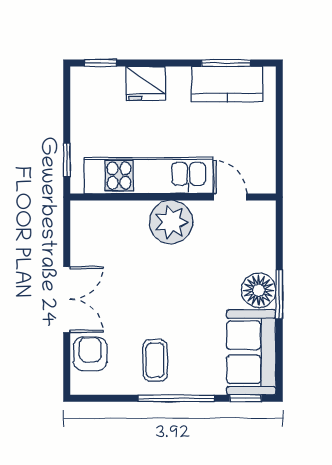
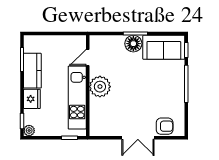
plant: (81, 78) -> (29, 131), added
kitchen counter: (227, 84) -> (32, 71), moved
double door: (67, 300) -> (138, 138), swing flipped
armchair: (90, 354) -> (165, 126), turned 180
coffee table: (155, 360) -> (168, 94), removed

